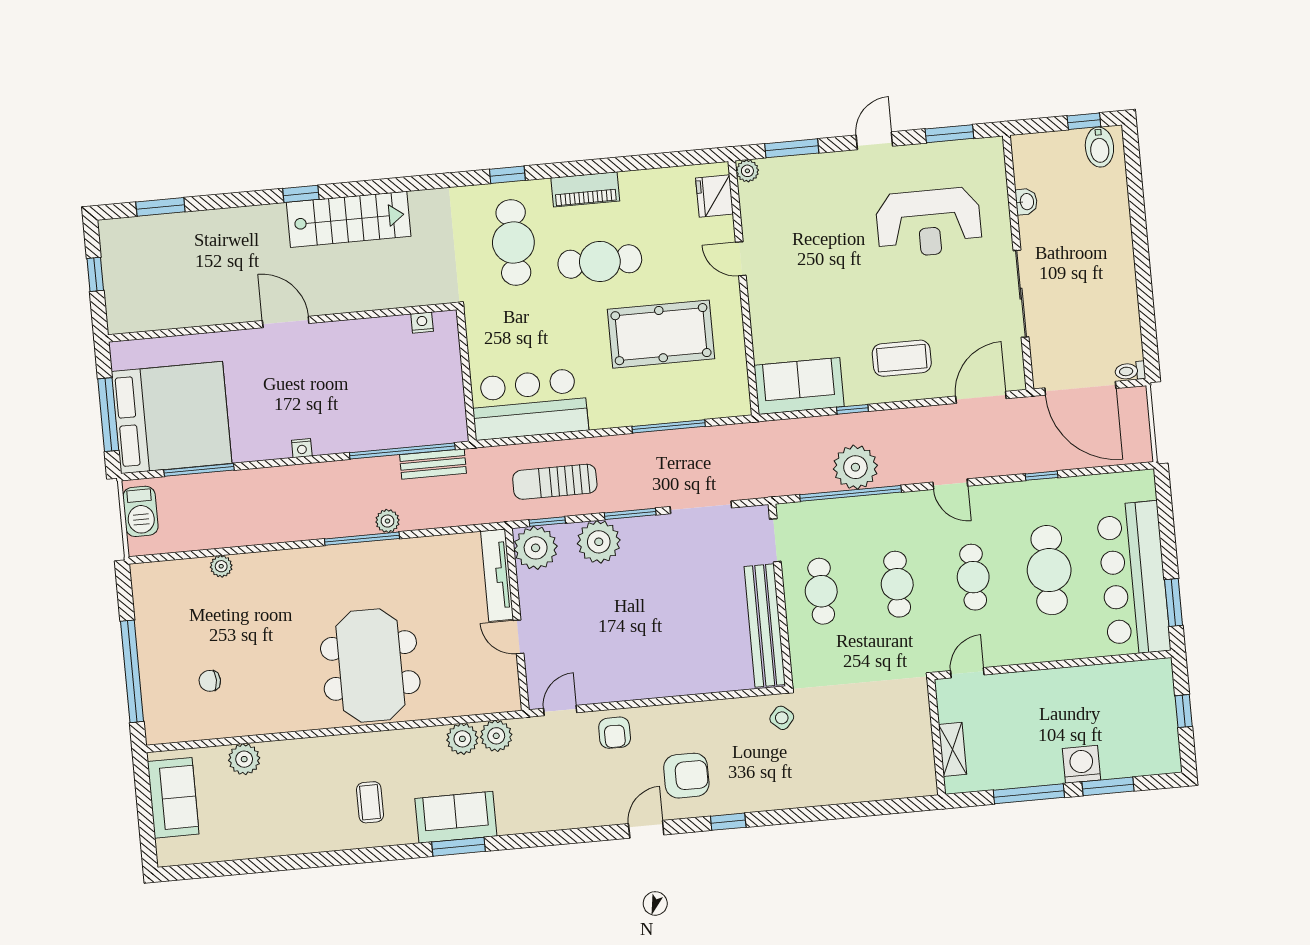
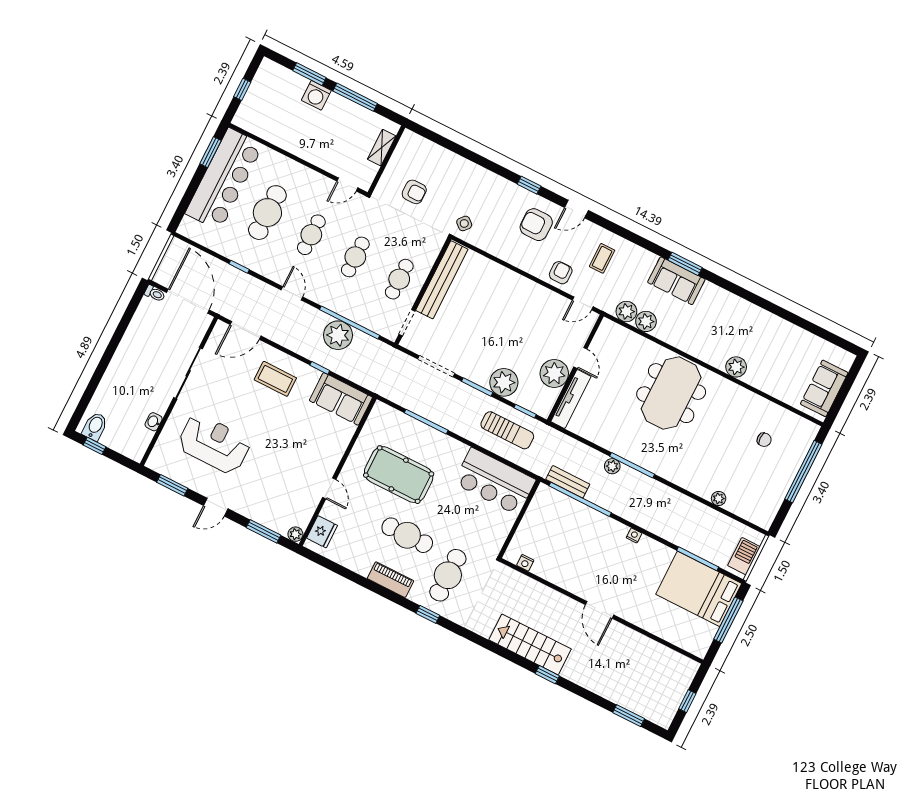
bed: (172, 417) -> (699, 589), width x0.73
plant: (536, 548) -> (554, 374), moved
armchair: (873, 718) -> (414, 192), added
plant: (244, 759) -> (736, 367), moved
coffee table: (370, 802) -> (602, 258), moved

